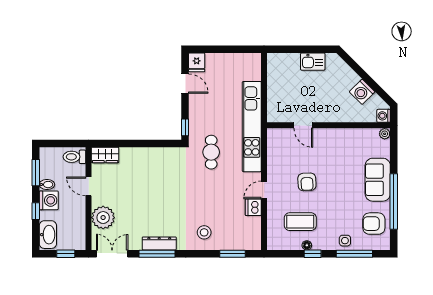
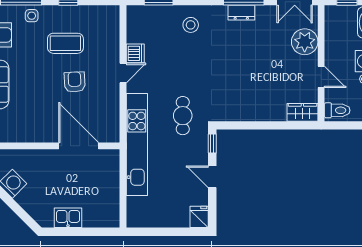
door: (185, 84) -> (212, 177), moved
door: (303, 125) -> (79, 146), width x1.88
coffee table: (300, 222) -> (65, 43), moved
dresser: (159, 243) -> (241, 13), width x0.70
floor lamp: (307, 245) -> (75, 10), removed

